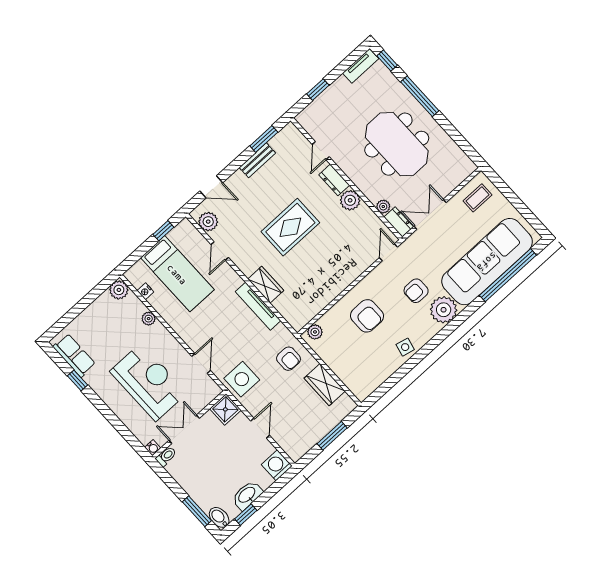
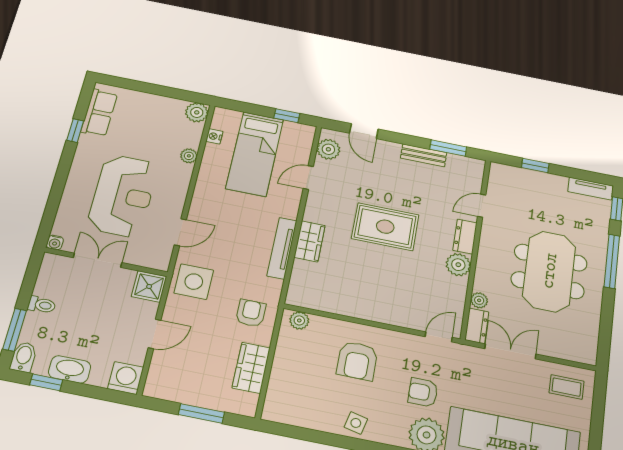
armchair: (289, 359) -> (251, 313), turned 180
toilet: (166, 456) -> (42, 305), moved

